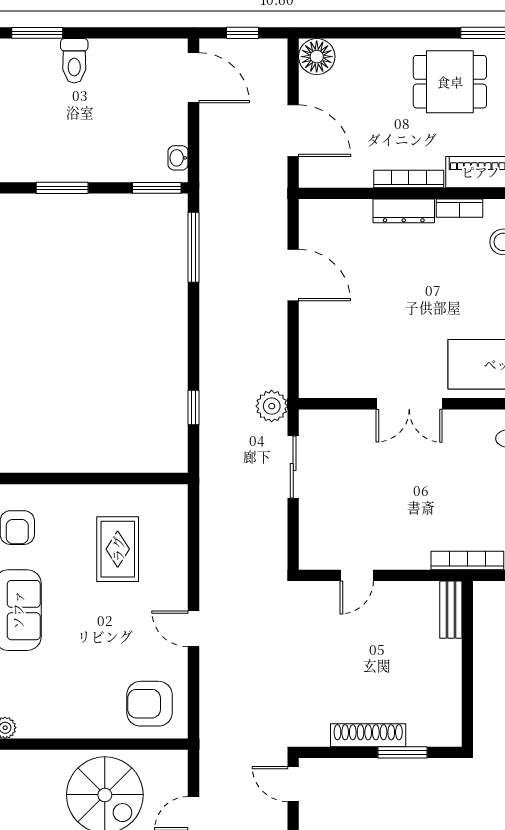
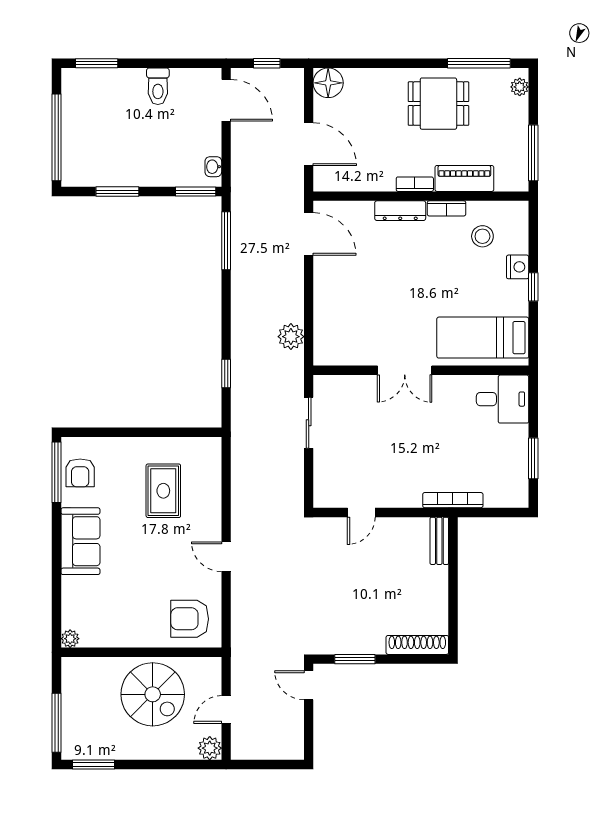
toilet: (74, 61) -> (158, 86), moved
bookcase: (409, 179) -> (415, 184), width x0.64
door: (293, 275) -> (309, 234), moved
plant: (272, 406) -> (291, 337), moved
shoe rack: (368, 735) -> (417, 645), moved
window: (402, 752) -> (355, 659), moved

